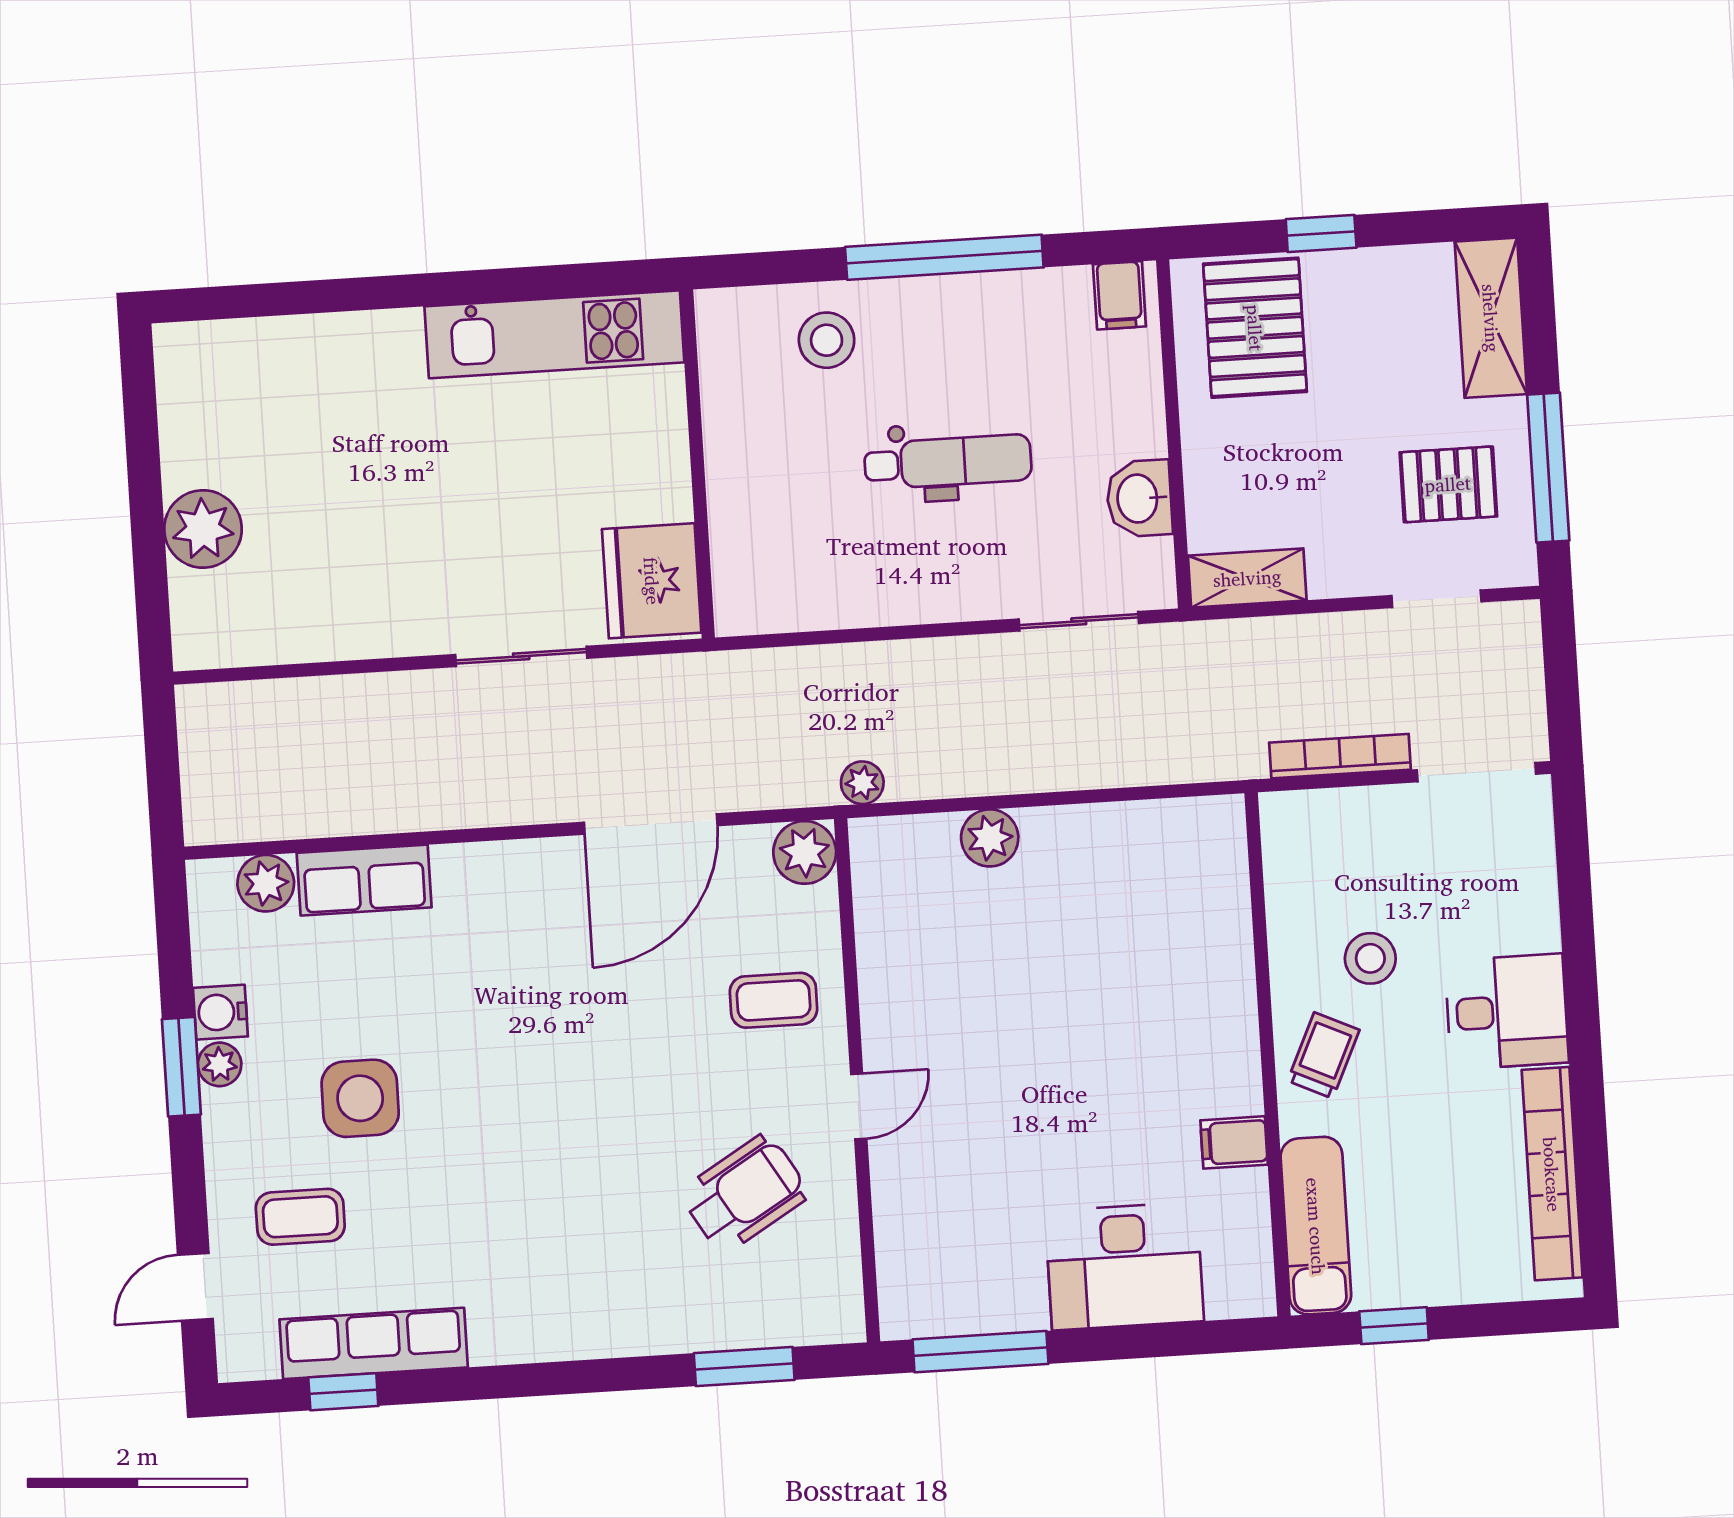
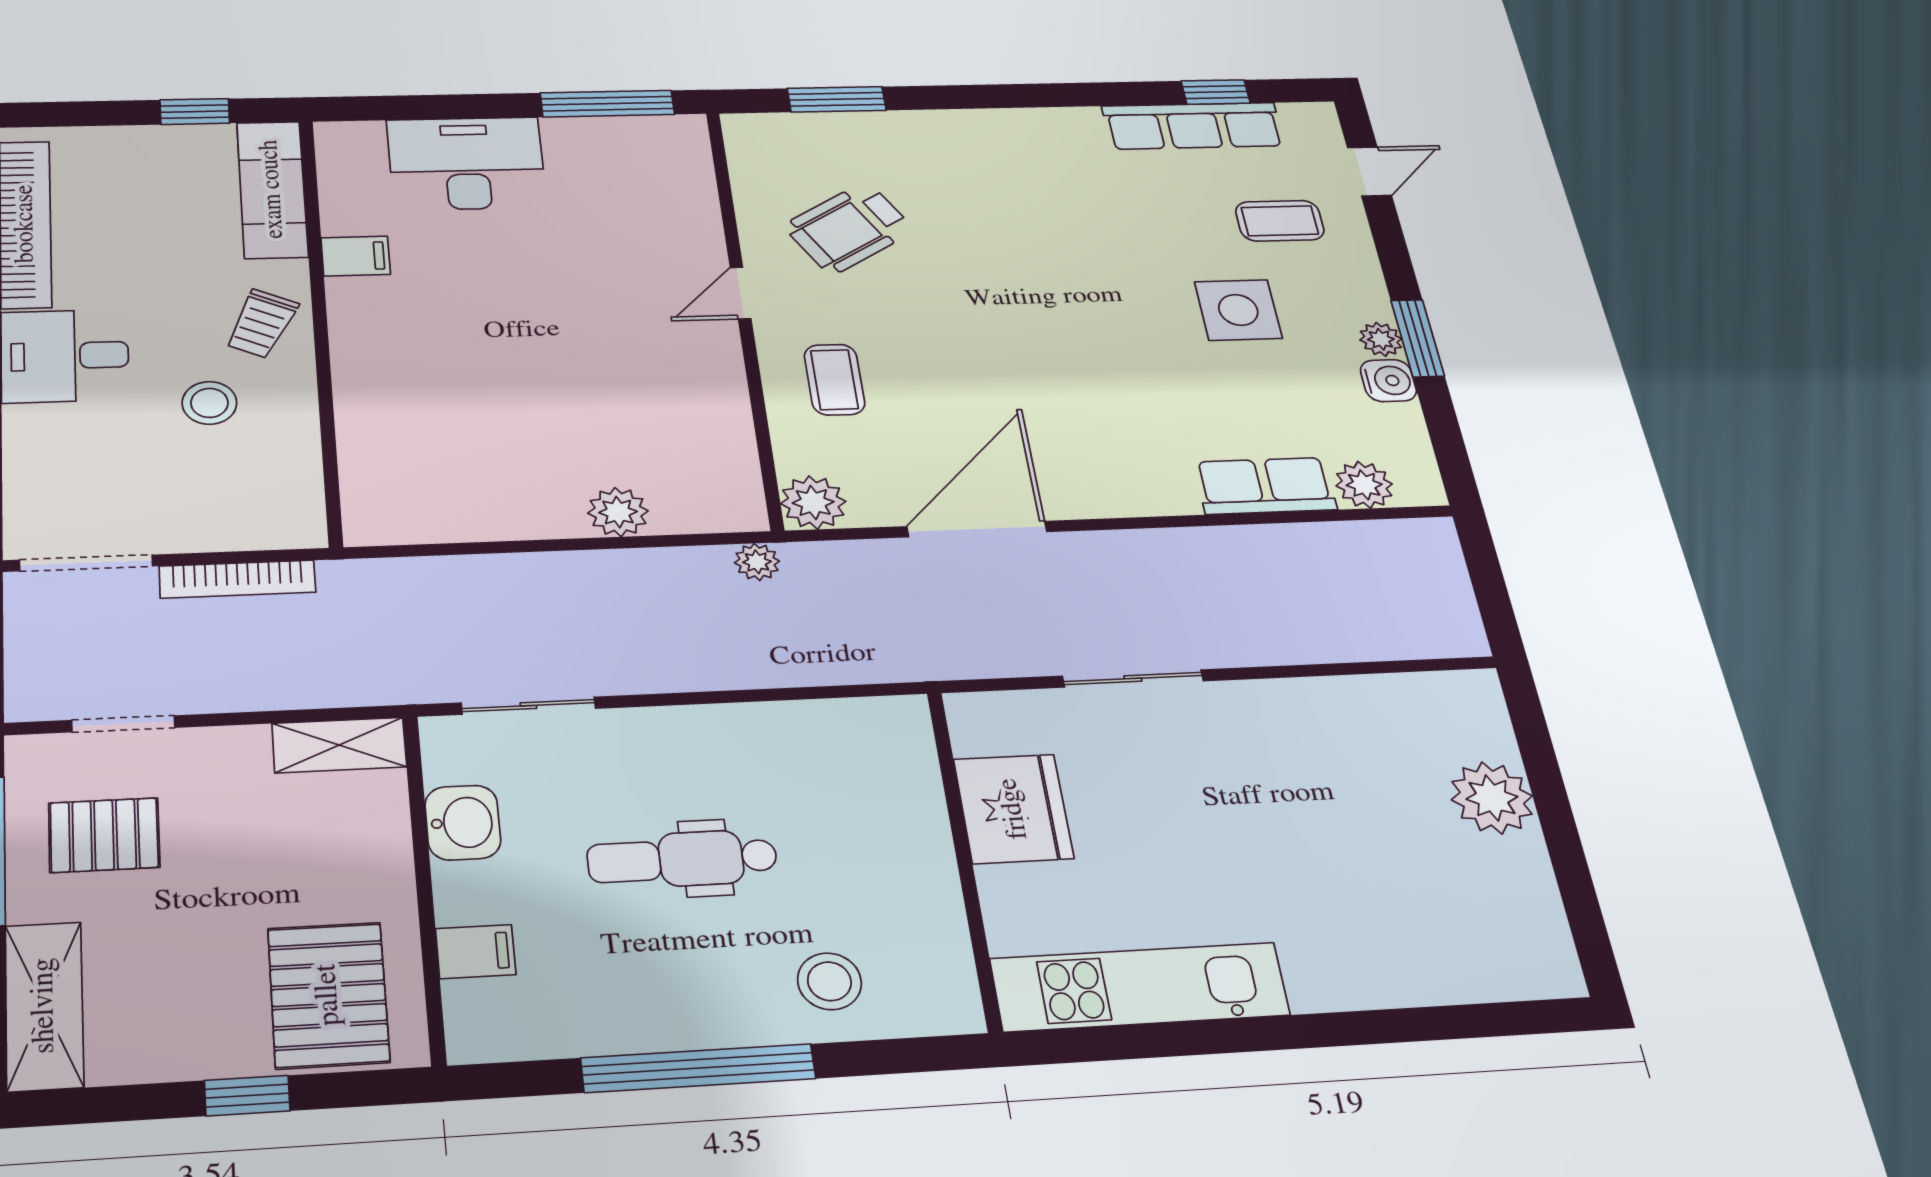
filing cabinet: (1119, 295) -> (476, 952), moved, turned 90
fridge: (652, 581) -> (1013, 809), moved
coffee table: (774, 1000) -> (834, 380), turned 90

